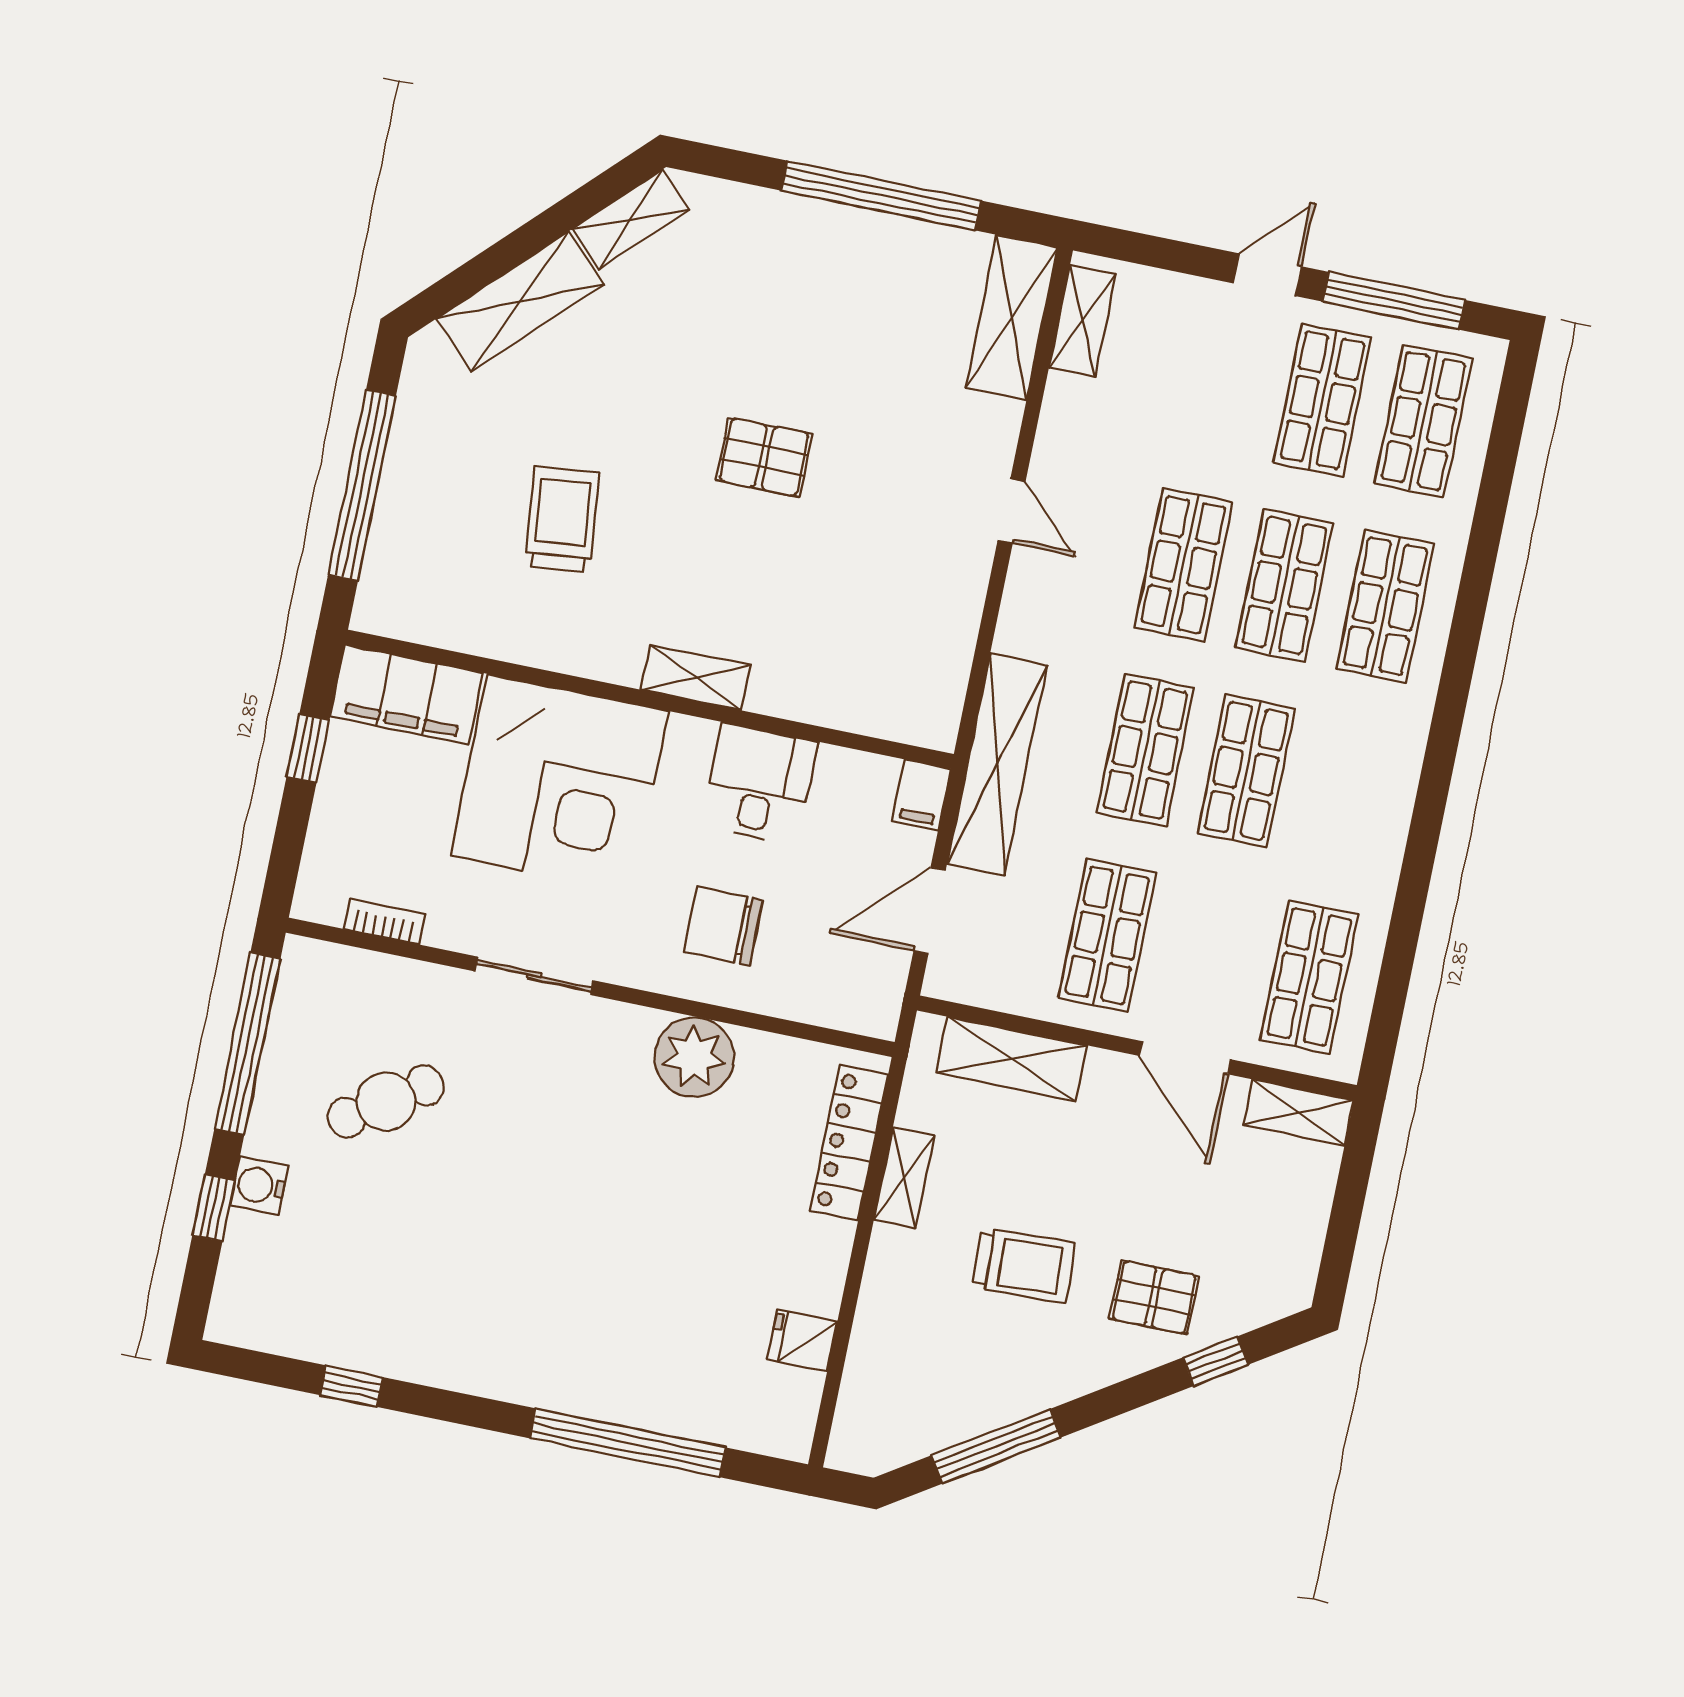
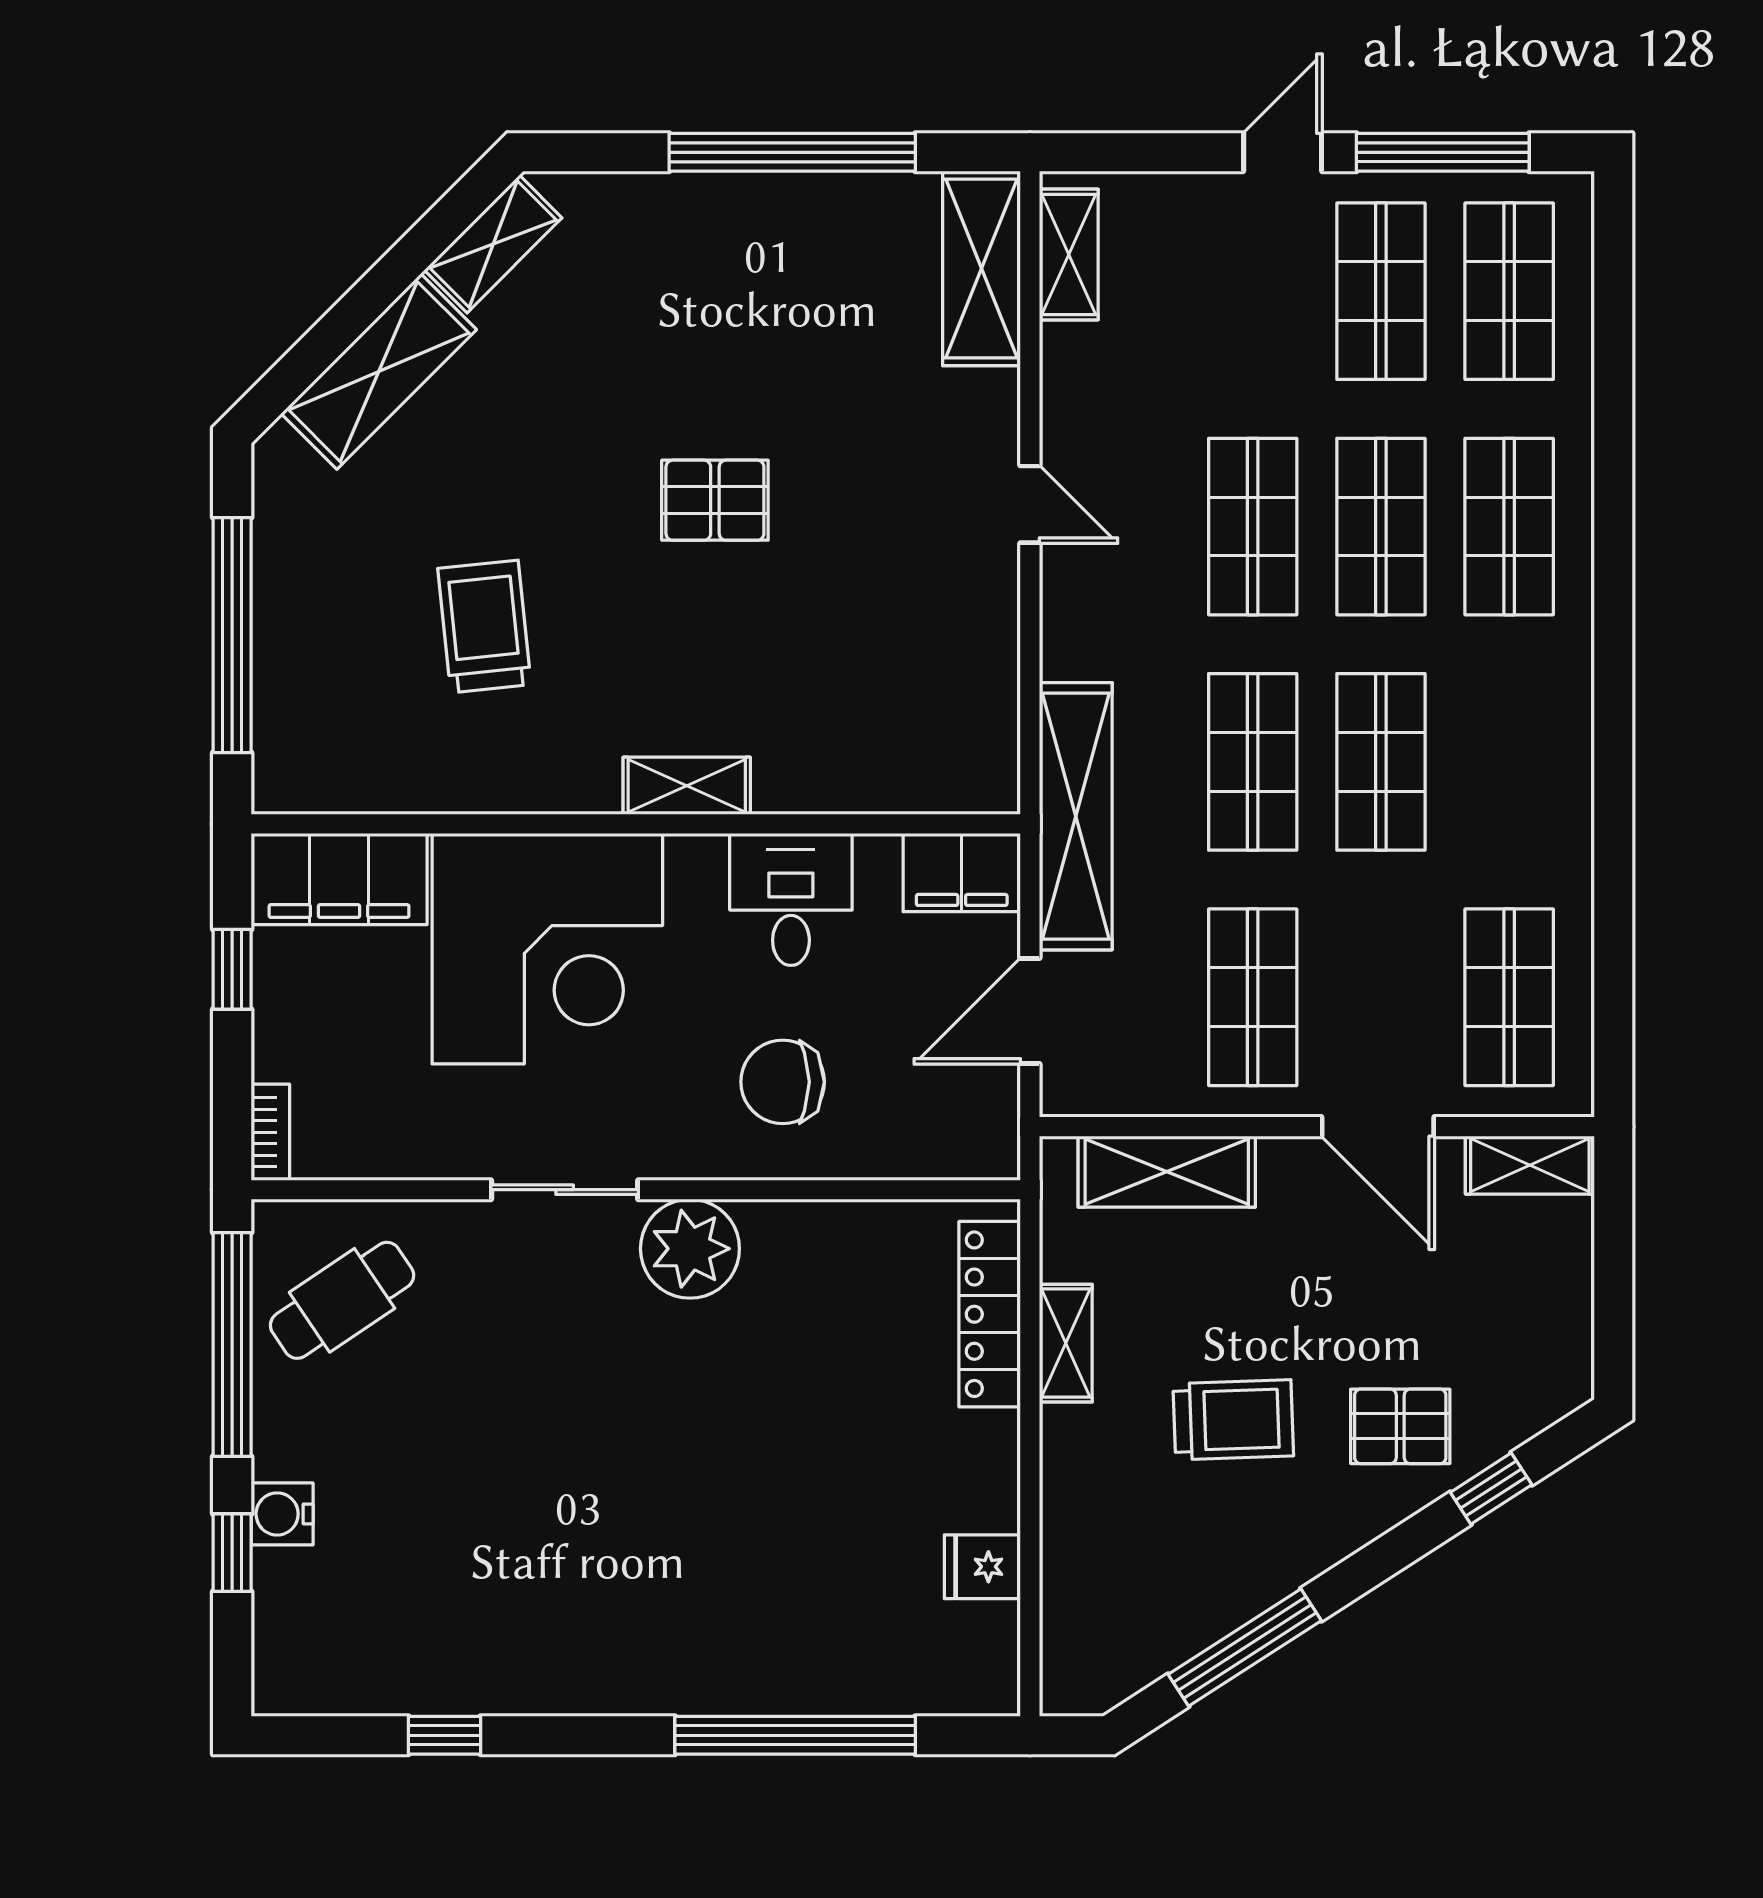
filing cabinet: (921, 795) -> (962, 873), width x2.00
bookcase: (384, 922) -> (270, 1132), moved, turned 90
plant: (694, 1057) -> (690, 1249), moved
cafe table: (386, 1102) -> (342, 1300), moved

